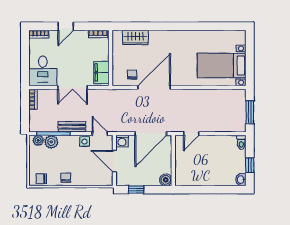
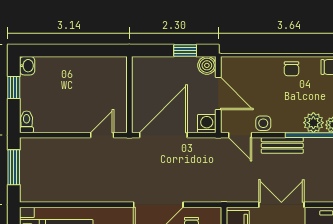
boiler: (166, 180) -> (207, 65), moved

